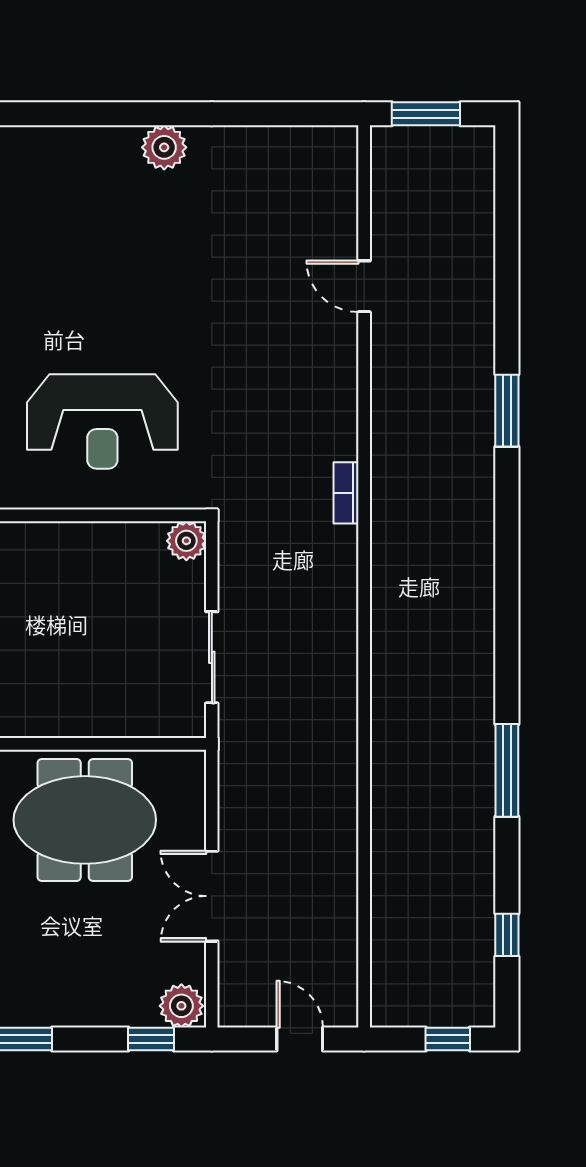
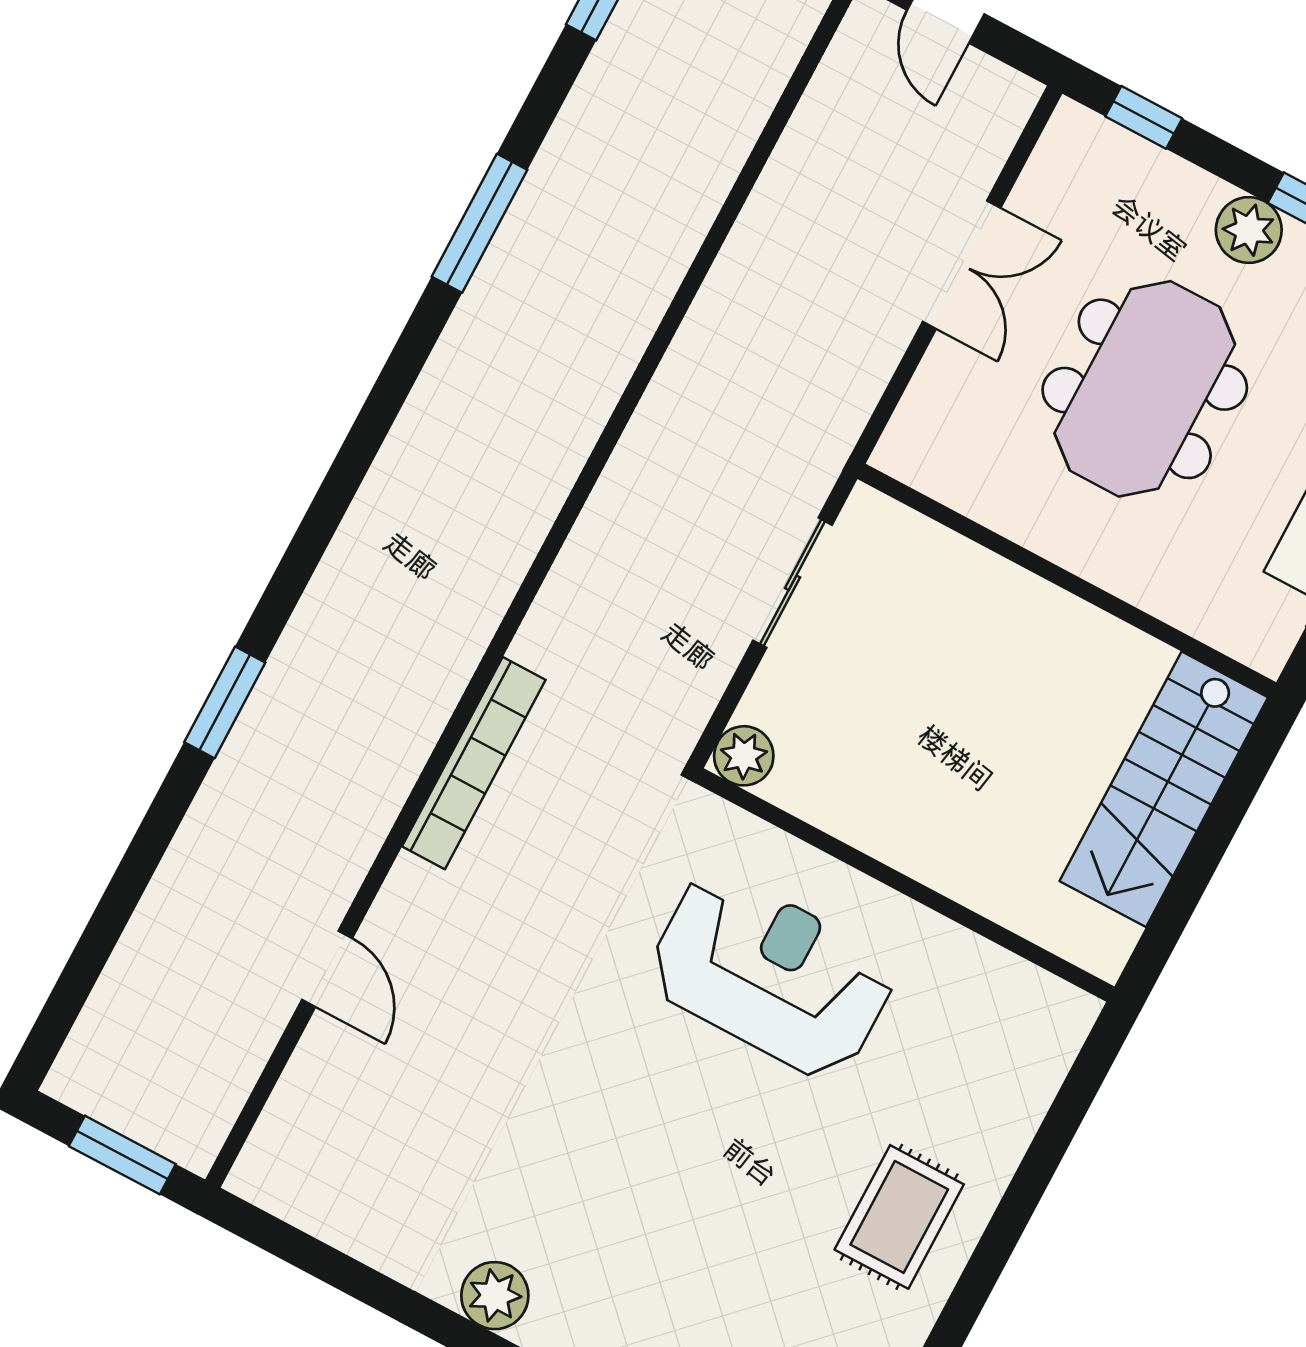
bookcase: (346, 493) -> (474, 763), width x2.31, depth x1.31
meeting table: (85, 820) -> (1145, 389), moved, turned 90
plant: (181, 1006) -> (1249, 230), moved

